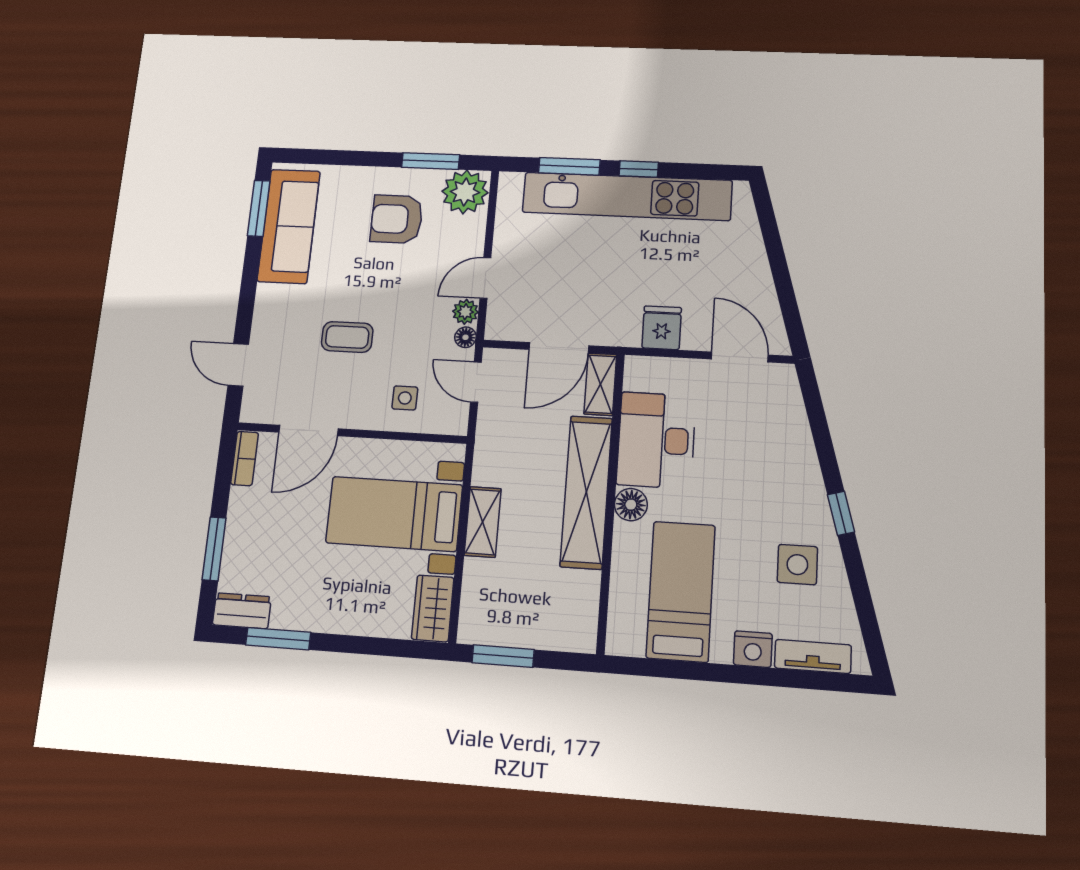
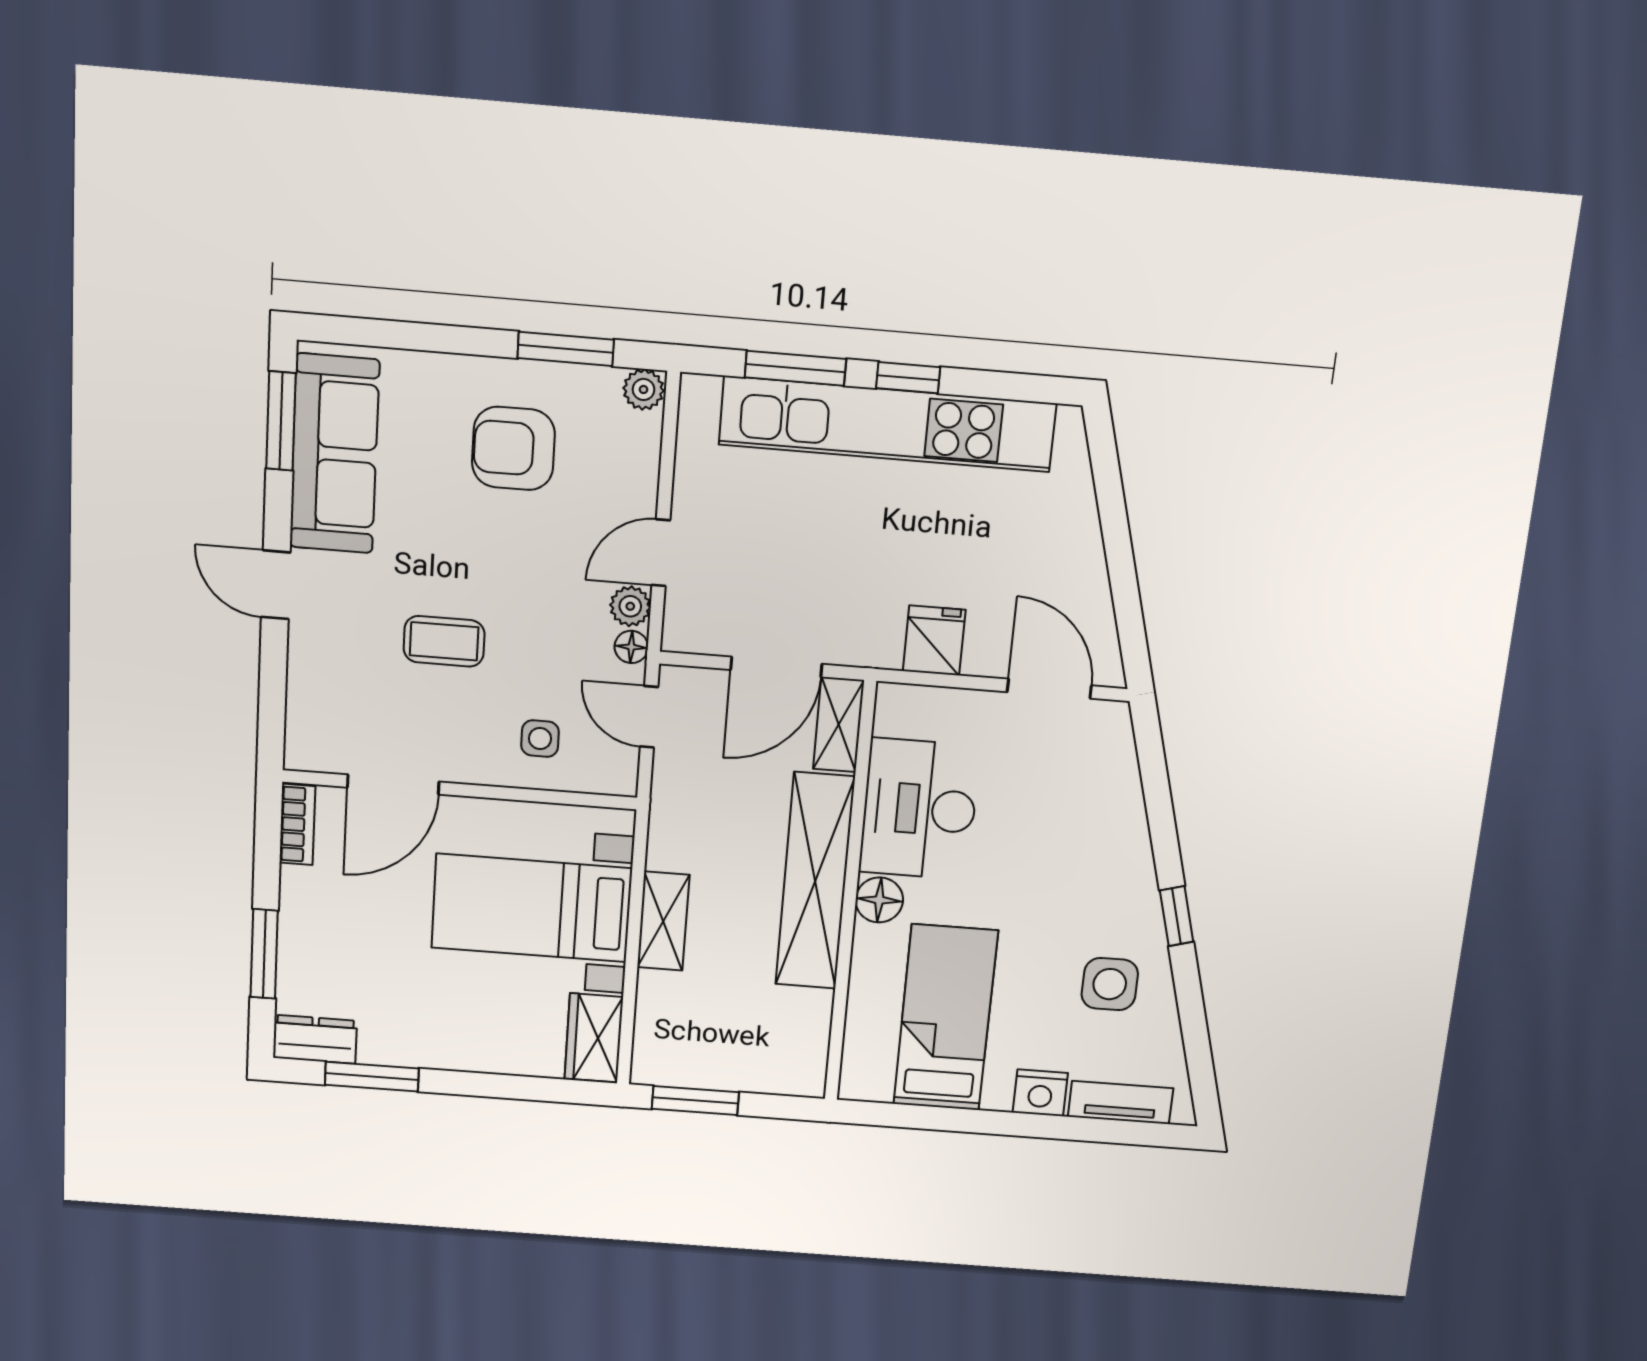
plant: (465, 192) -> (644, 389), width x0.53, depth x0.53
door: (238, 365) -> (276, 585), moved

